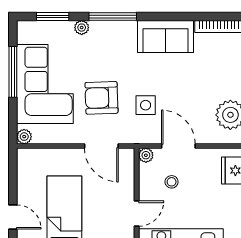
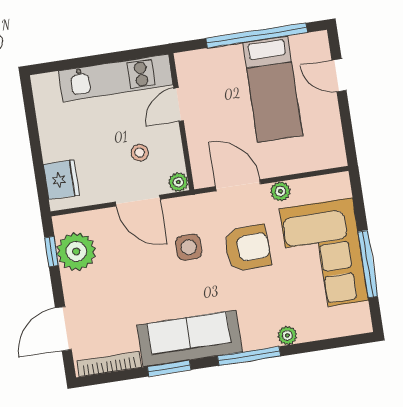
window: (53, 17) -> (169, 368), moved
sofa: (165, 36) -> (190, 339), width x1.36
plant: (24, 137) -> (280, 191), moved

